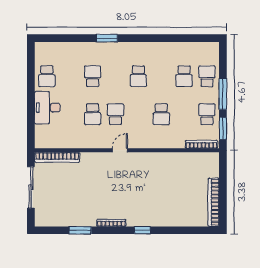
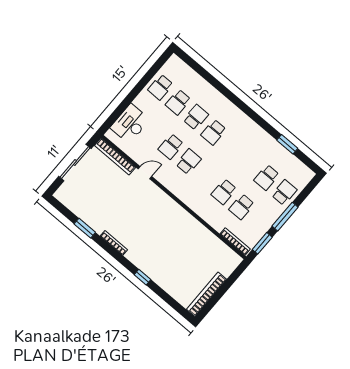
window: (107, 38) -> (287, 144), moved
school desk: (70, 76) -> (178, 102), added
school desk: (138, 76) -> (213, 132), moved
desk: (47, 108) -> (130, 124), moved
school desk: (207, 114) -> (242, 207), moved, turned 180
door: (120, 150) -> (145, 173), moved
window: (142, 230) -> (143, 277), moved

